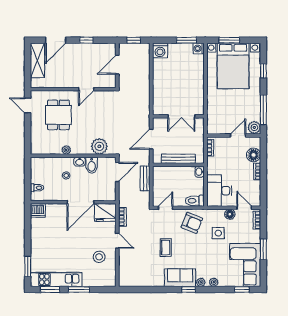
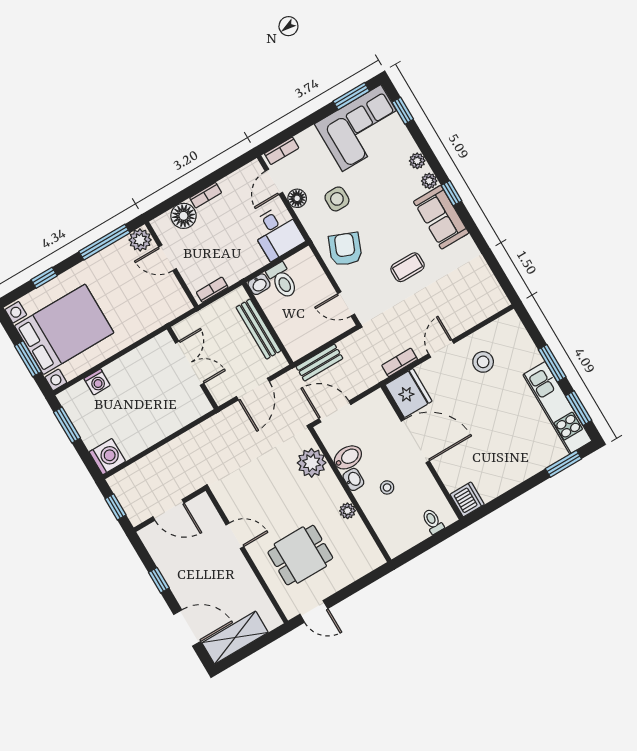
washing machine: (199, 48) -> (97, 382), moved
door: (28, 105) -> (314, 611), hinge flipped
door: (151, 139) -> (253, 389), hinge flipped
desk: (219, 191) -> (277, 233), width x0.73
toilet: (195, 201) -> (282, 281), moved
window: (263, 249) -> (351, 96), moved

